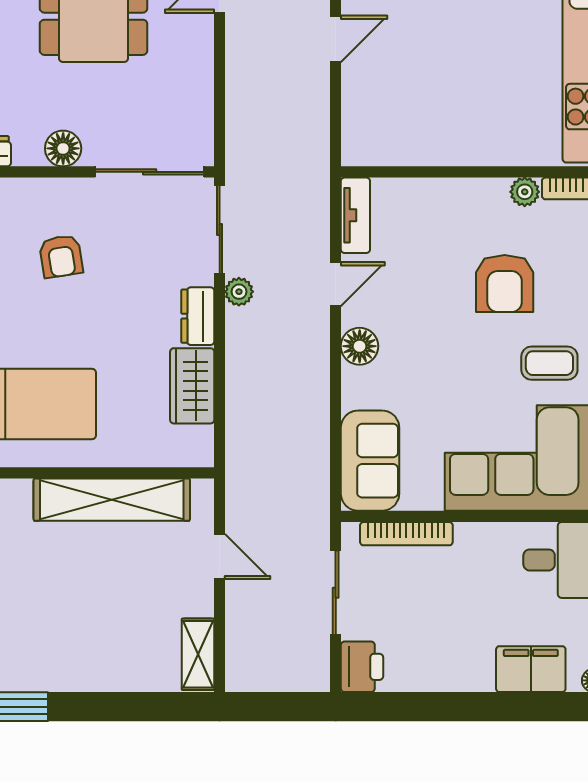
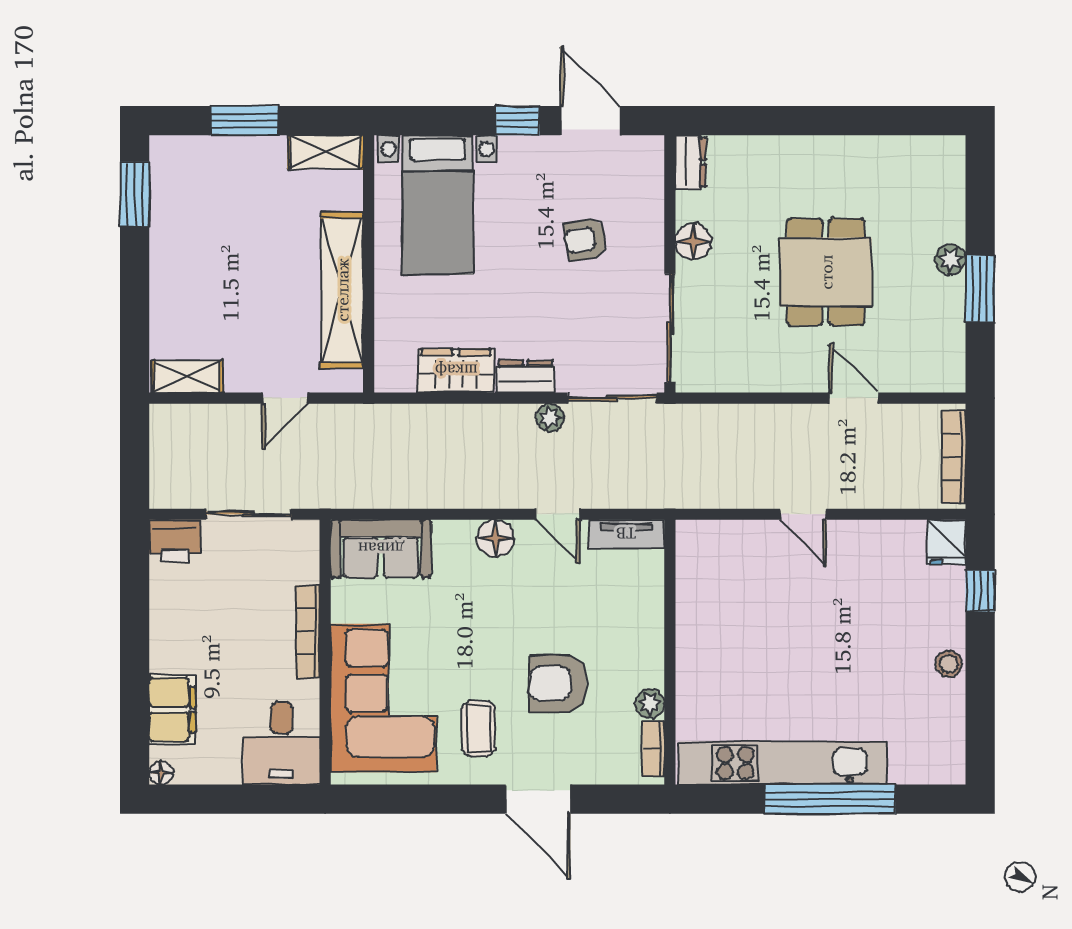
bookcase: (406, 534) -> (308, 632), moved

